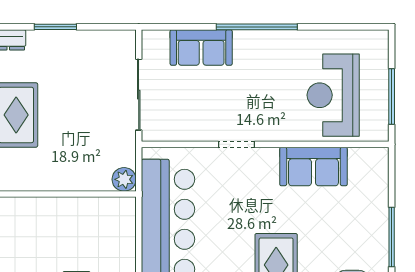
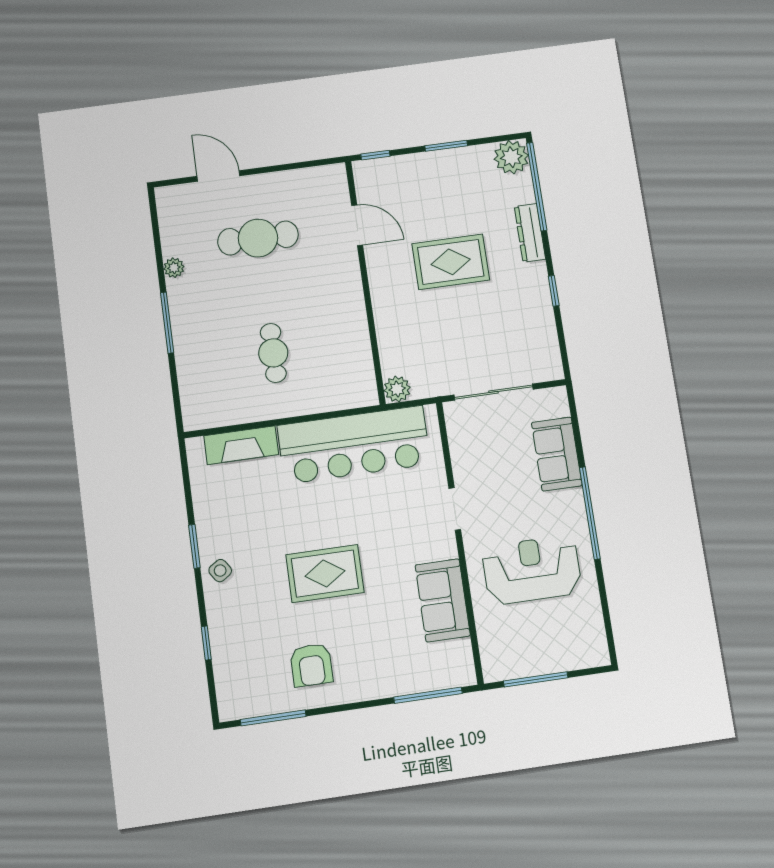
window: (55, 27) -> (554, 291), width x0.67
reception desk: (333, 95) -> (532, 570), moved
window: (392, 237) -> (428, 695), moved

